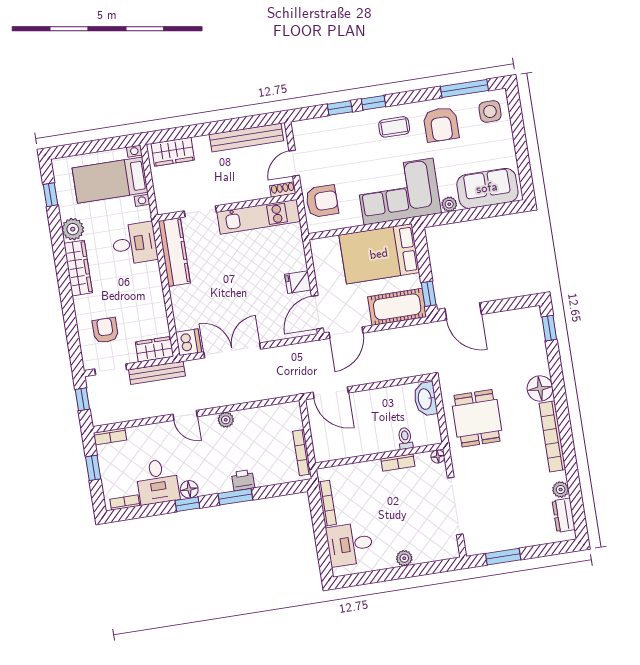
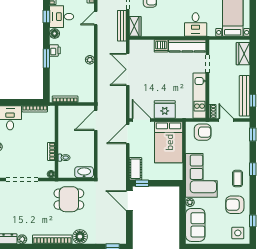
window: (464, 88) -> (253, 221), width x0.46
window: (340, 108) -> (253, 134), moved
window: (253, 122) -> (253, 101), added
armchair: (322, 201) -> (203, 132), turned -90
bed: (379, 254) -> (169, 142), moved, turned 180
fridge: (298, 282) -> (165, 109), width x1.88, depth x1.34
cot: (397, 307) -> (135, 169), width x0.73, depth x0.75
door: (463, 311) -> (129, 201), hinge flipped
door: (346, 333) -> (128, 134), hinge flipped
dishwasher: (189, 342) -> (161, 46), moved
double door: (232, 350) -> (128, 69), swing flipped
door: (185, 415) -> (96, 18), moved
printer: (243, 480) -> (55, 50), moved
window: (187, 504) -> (46, 16), moved

